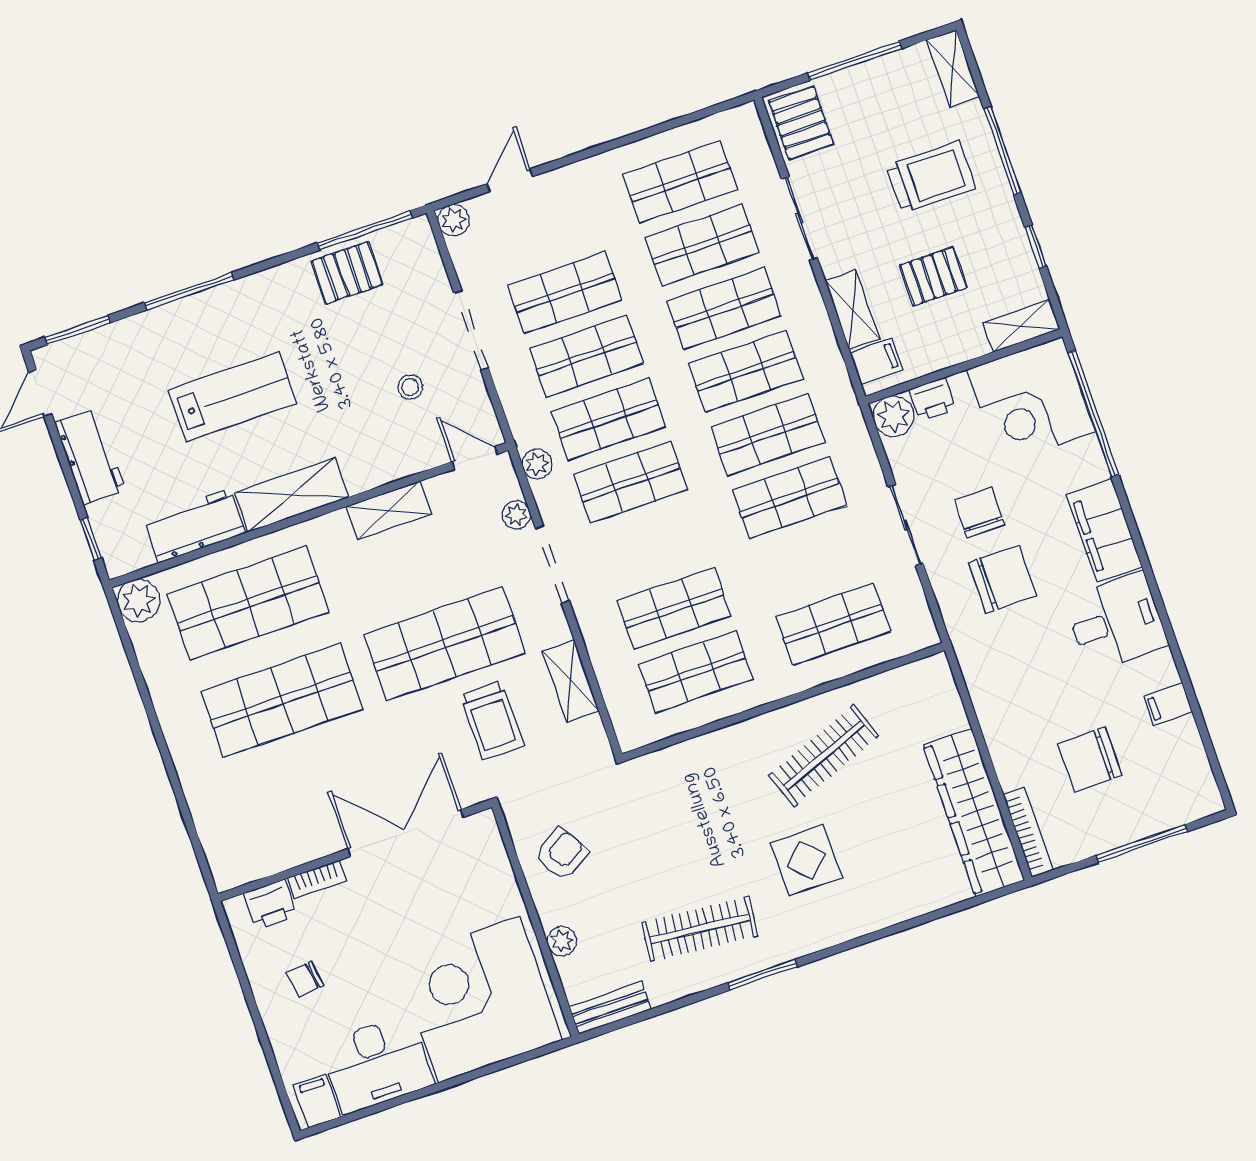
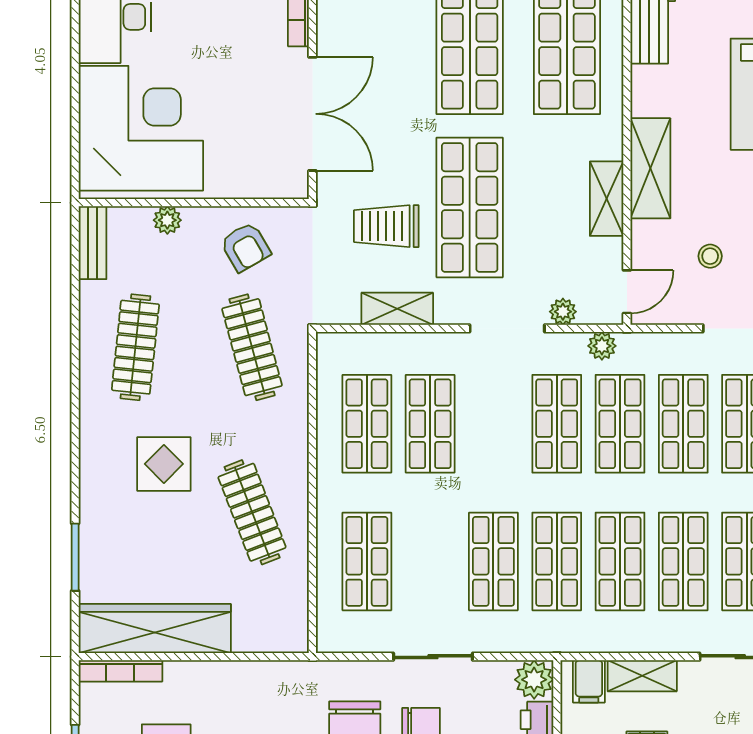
shelving: (292, 495) -> (650, 168), moved
clothes rail: (659, 813) -> (252, 347), added
window: (763, 975) -> (75, 557), moved

